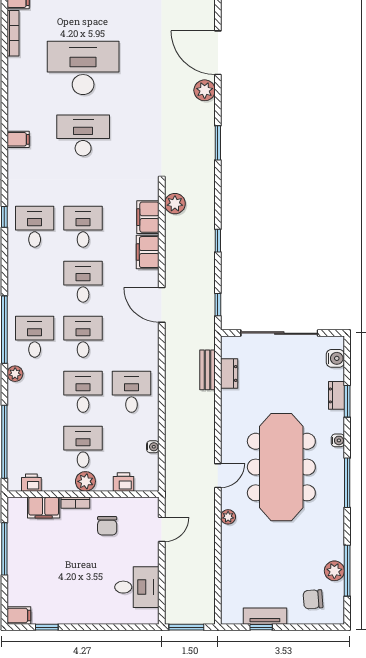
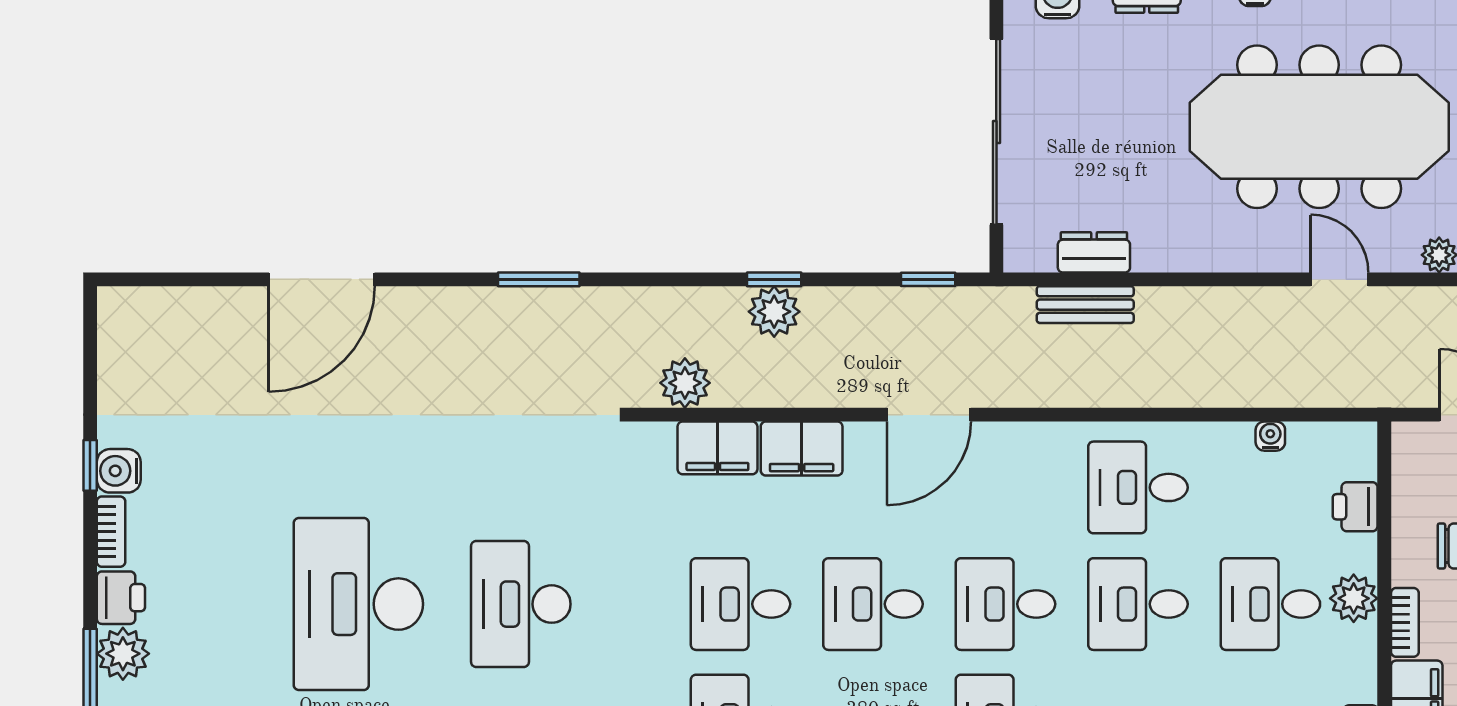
plant: (205, 90) -> (774, 312), moved

